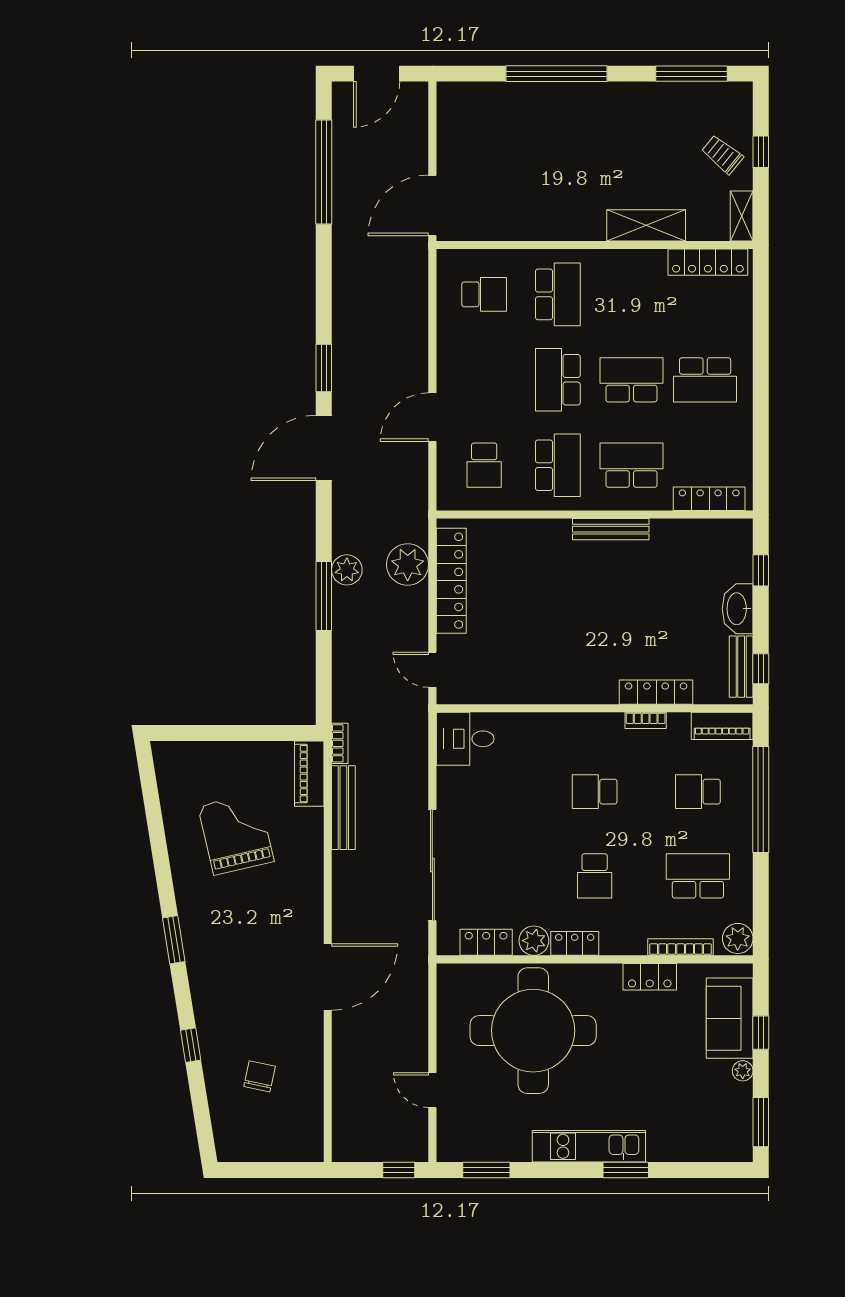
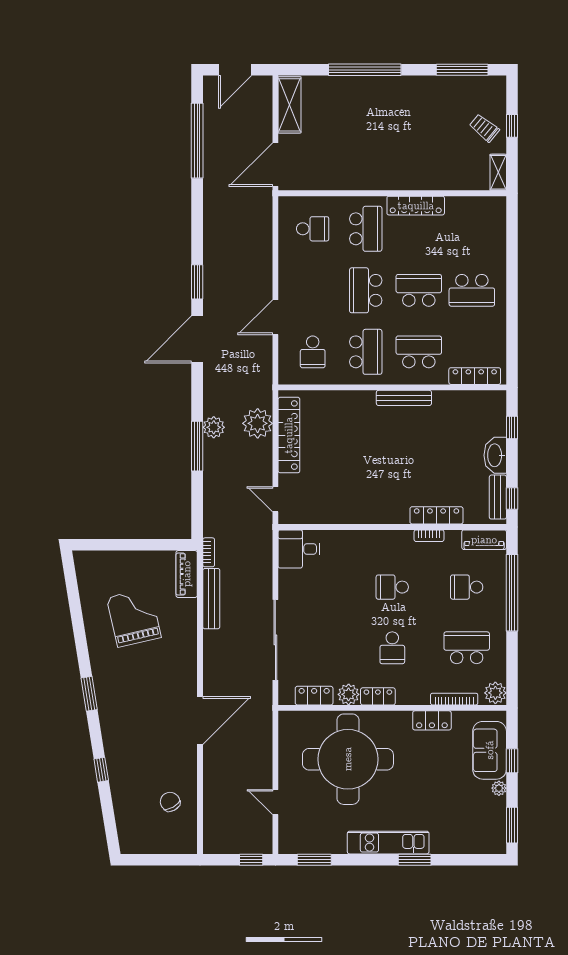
shelving: (646, 225) -> (290, 105), moved, turned 90
locker: (708, 262) -> (416, 206), moved
chair: (260, 1076) -> (170, 802), moved, turned -41

